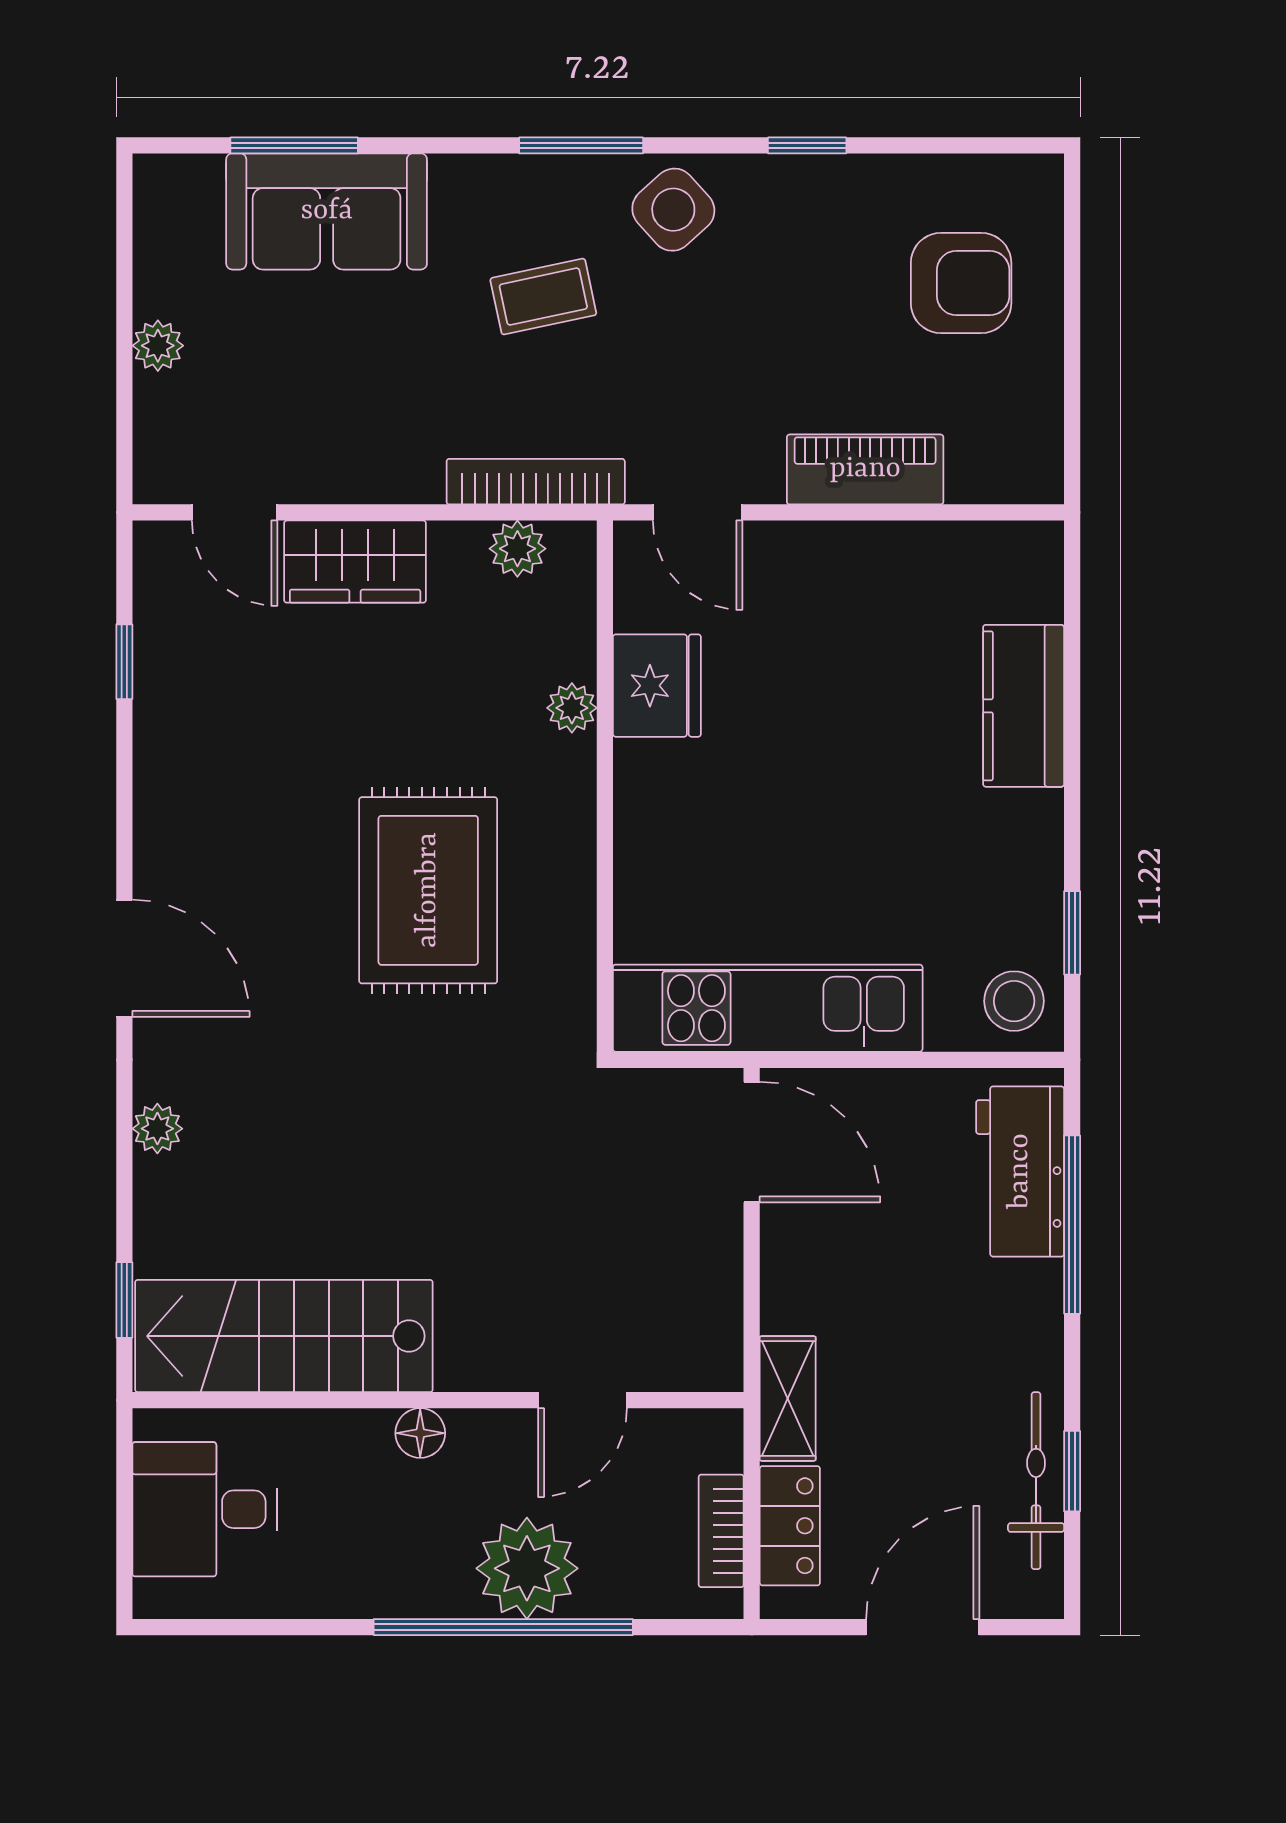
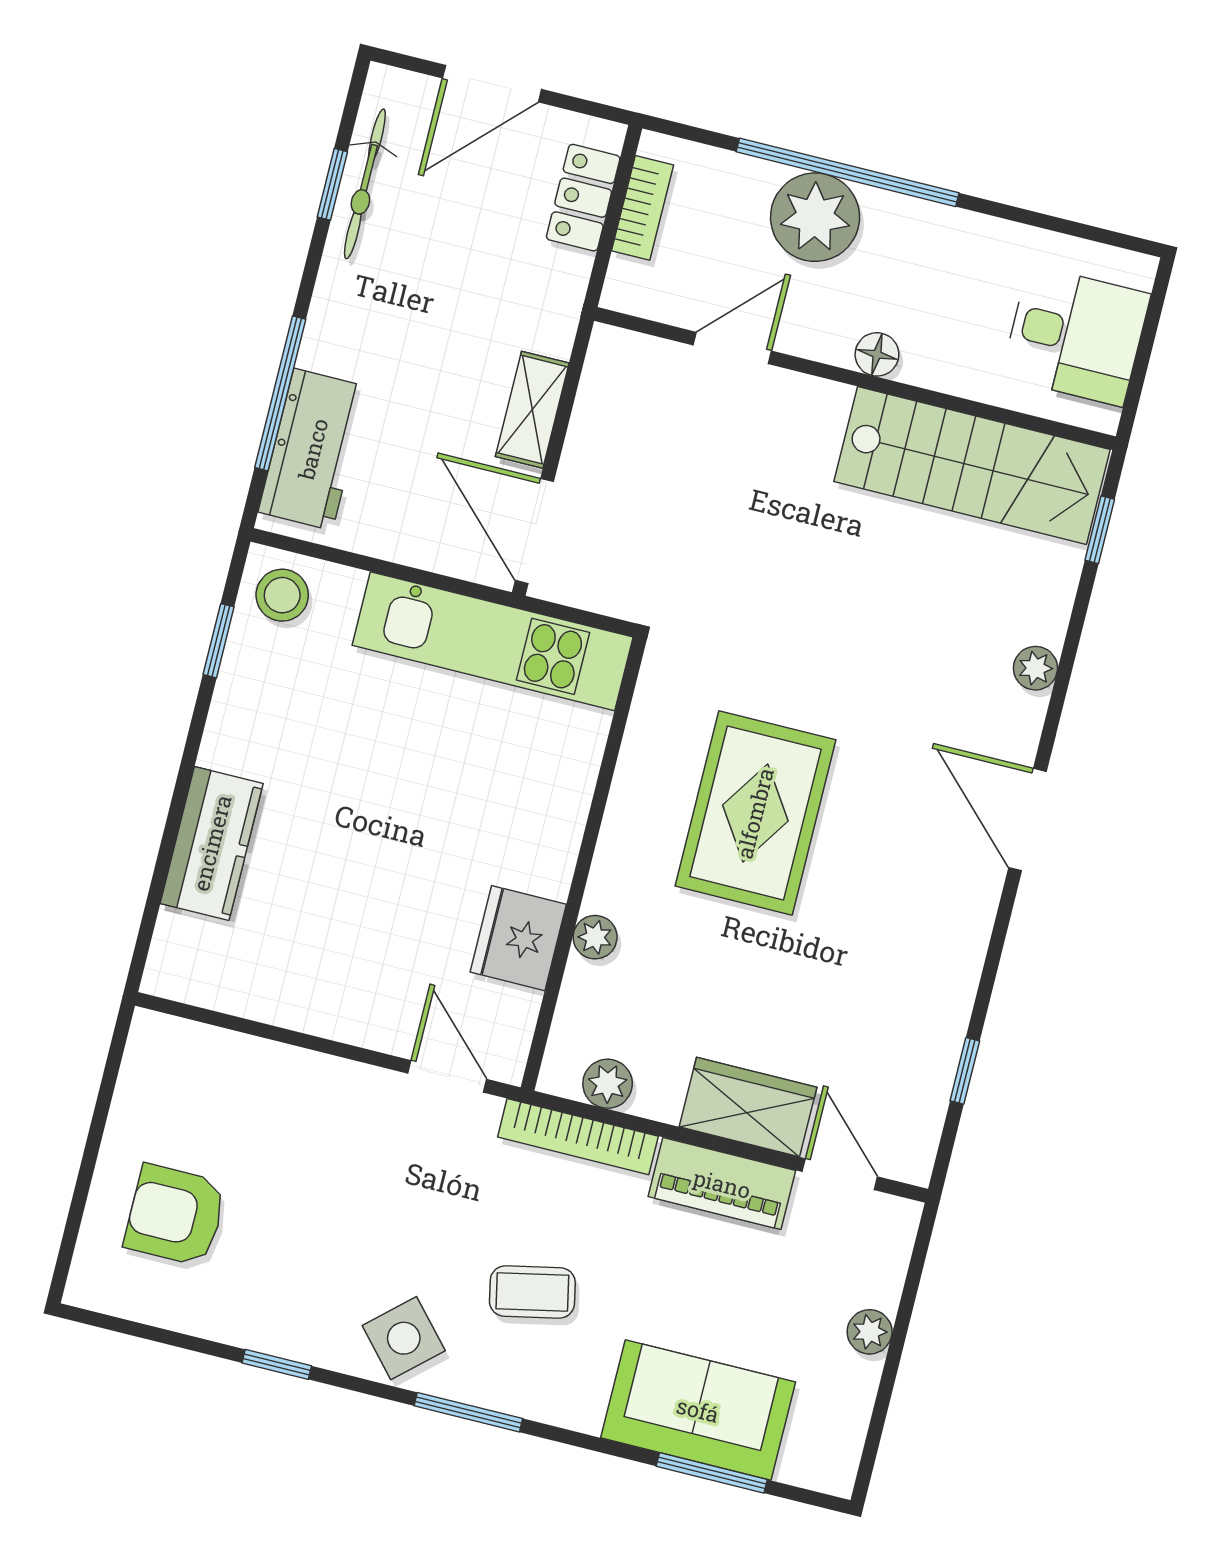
piano: (865, 469) -> (722, 1184), moved
shelving: (788, 1398) -> (532, 410), moved

